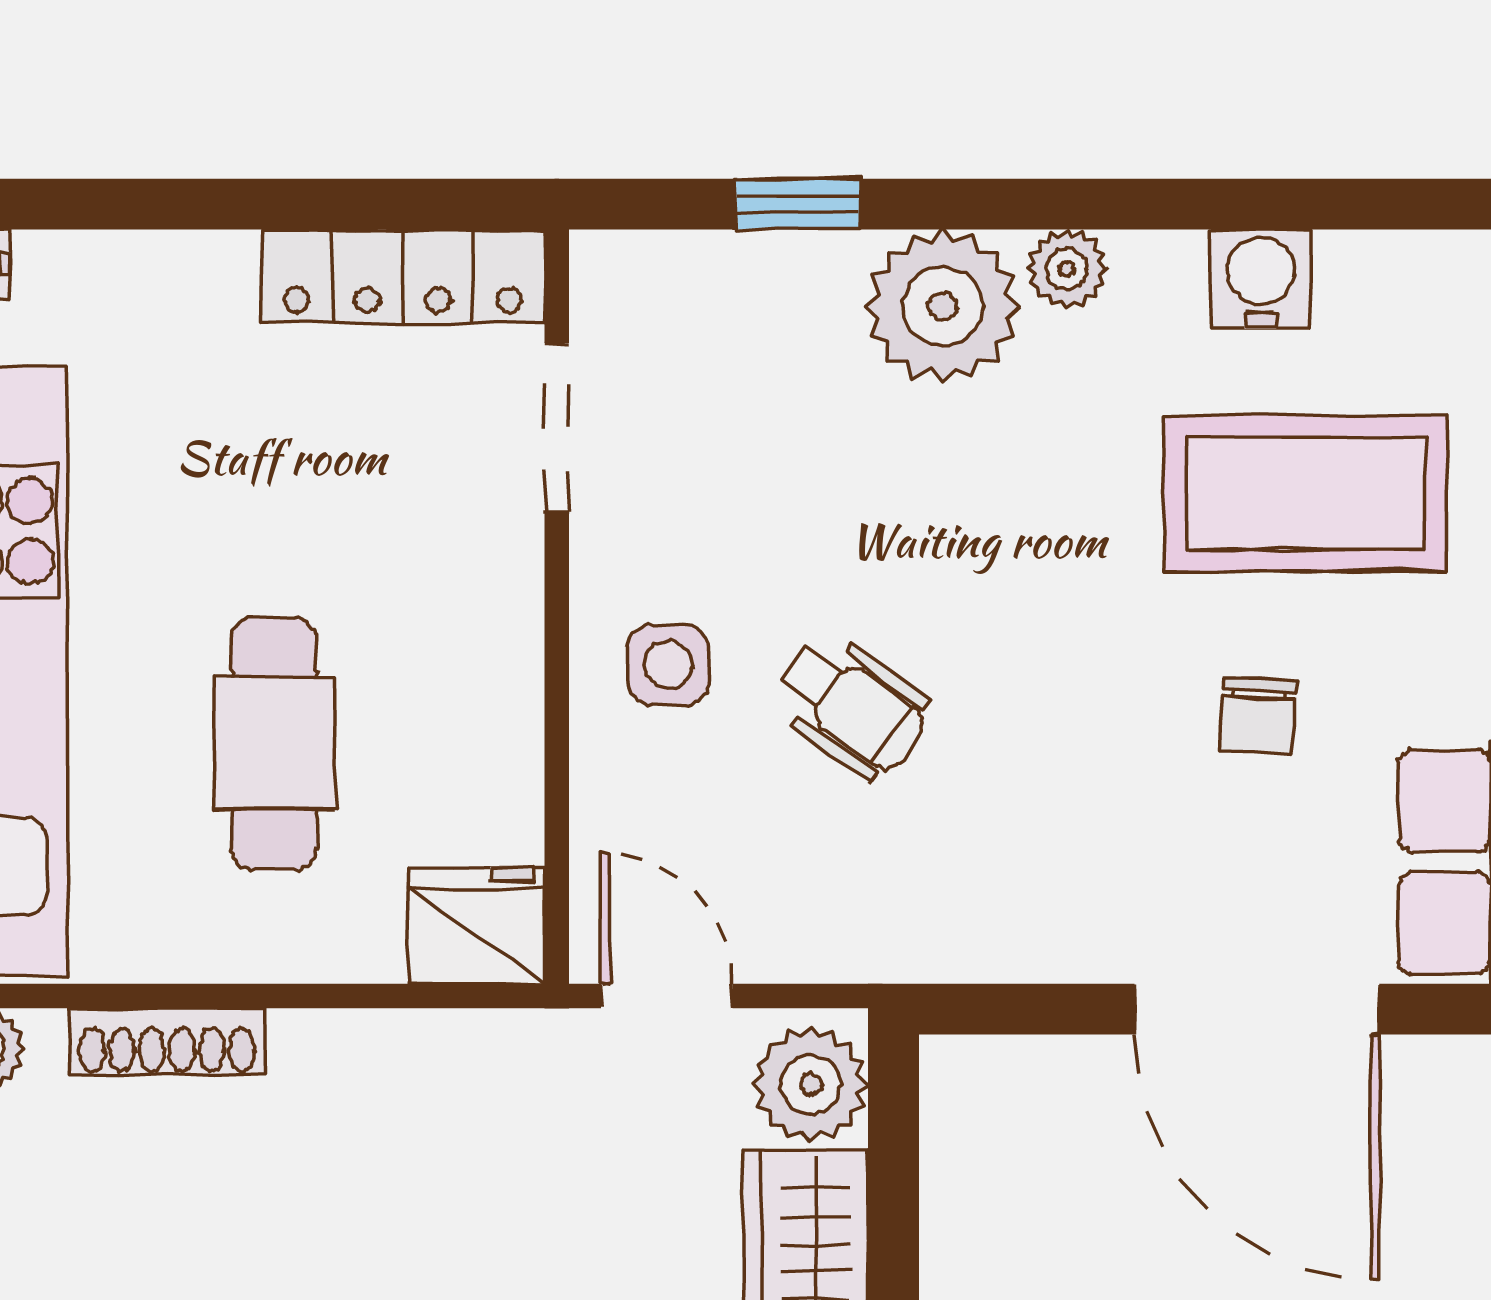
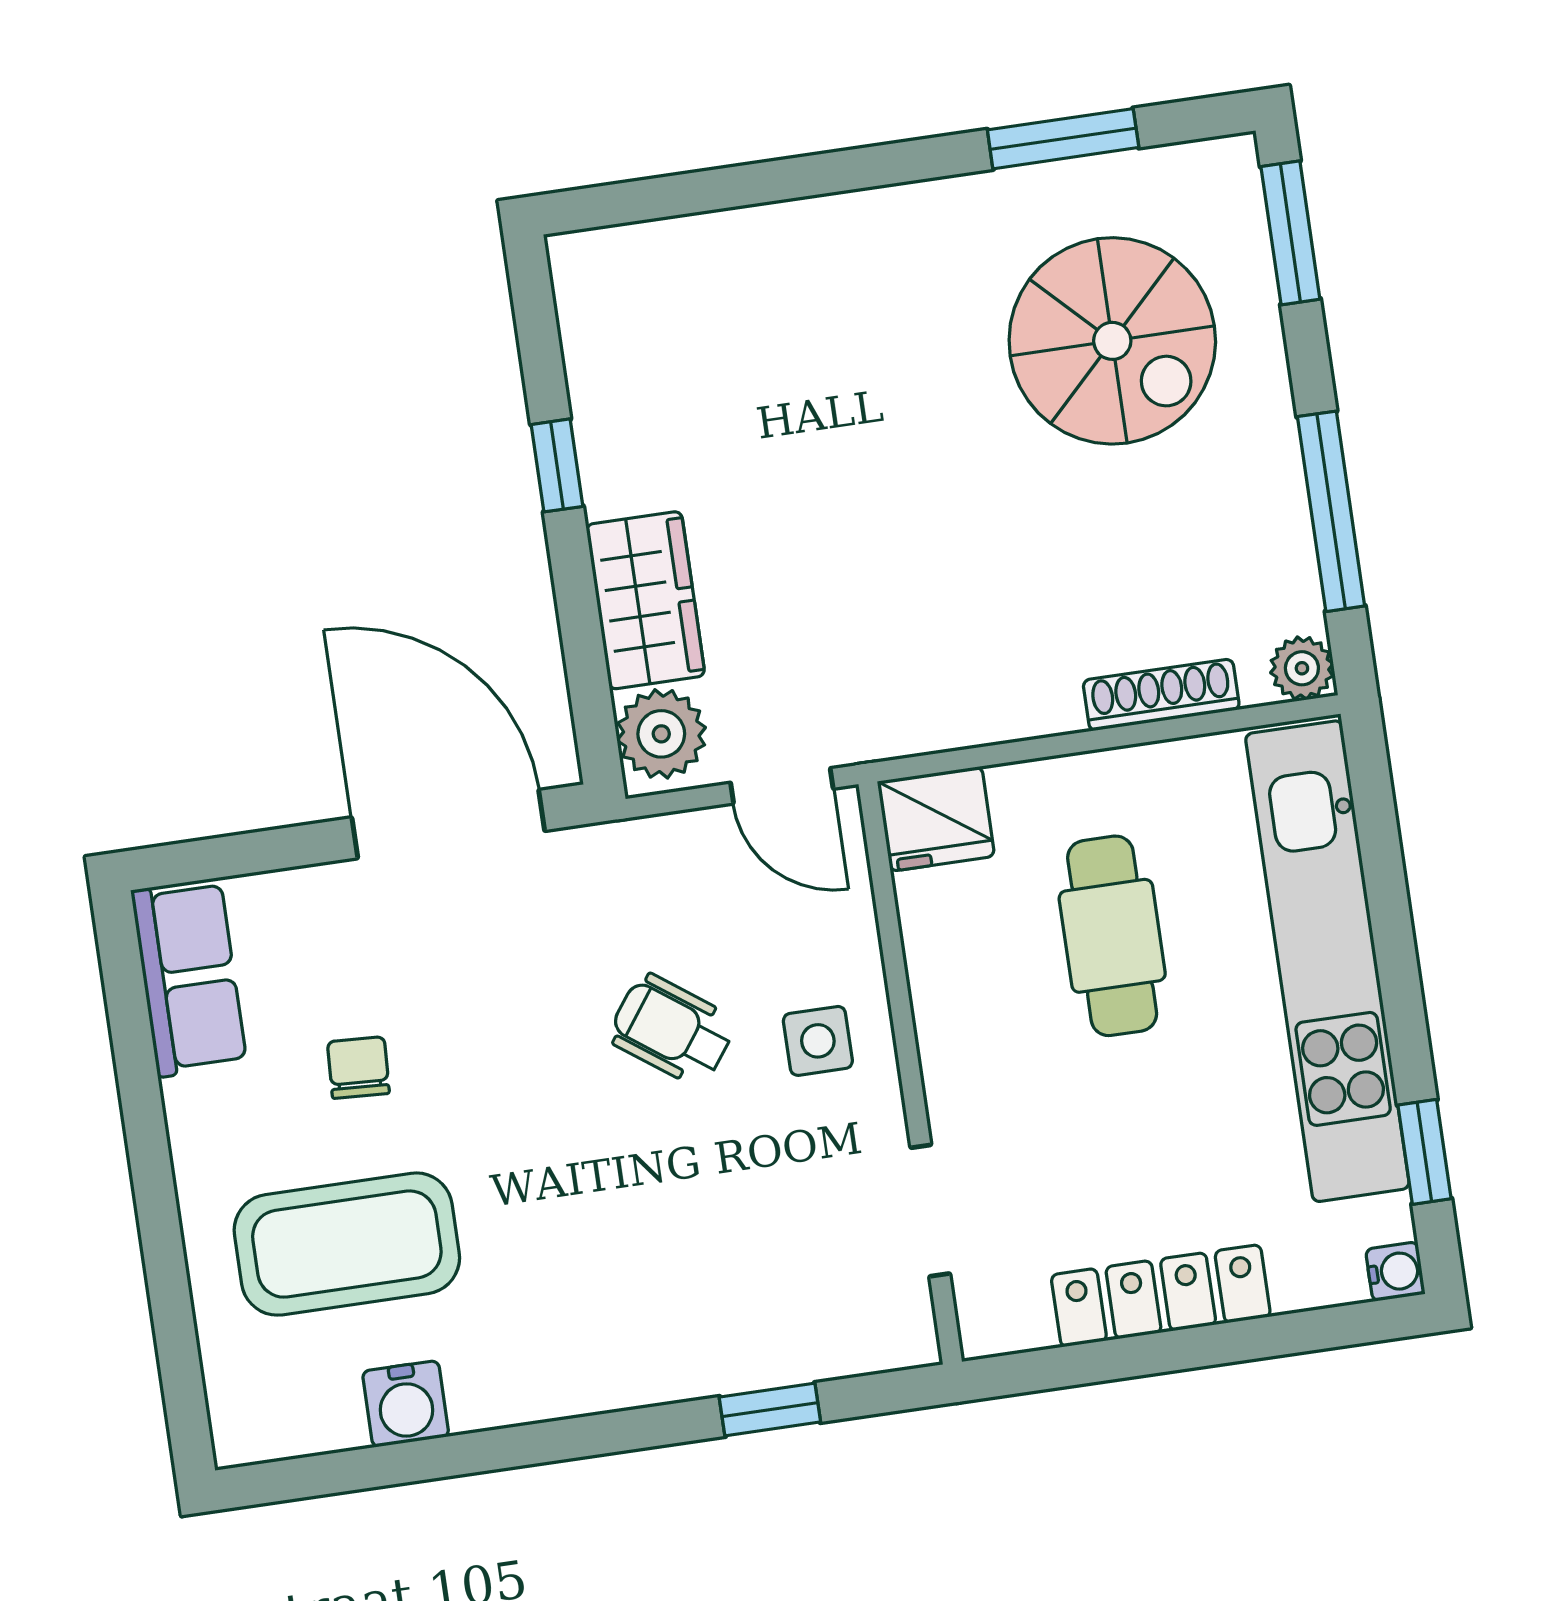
plant: (1067, 269) -> (556, 1390), removed
locker: (403, 276) -> (1161, 1296), moved
plant: (943, 306) -> (647, 1347), removed
door: (1257, 1009) -> (448, 824), moved

